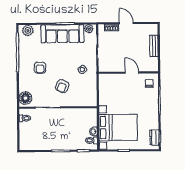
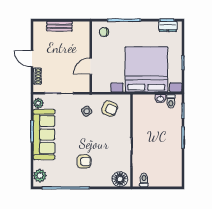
door: (126, 23) -> (32, 59), hinge flipped
door: (132, 73) -> (91, 66), moved
armchair: (62, 86) -> (110, 109), moved
bed with nightstands: (118, 127) -> (146, 69), width x1.36

